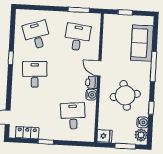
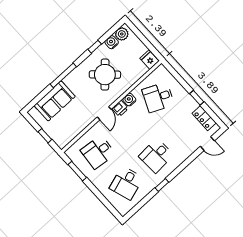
round table: (125, 95) -> (105, 75), turned -36
desk: (73, 116) -> (158, 97), turned 30
window: (125, 146) -> (142, 37), removed

